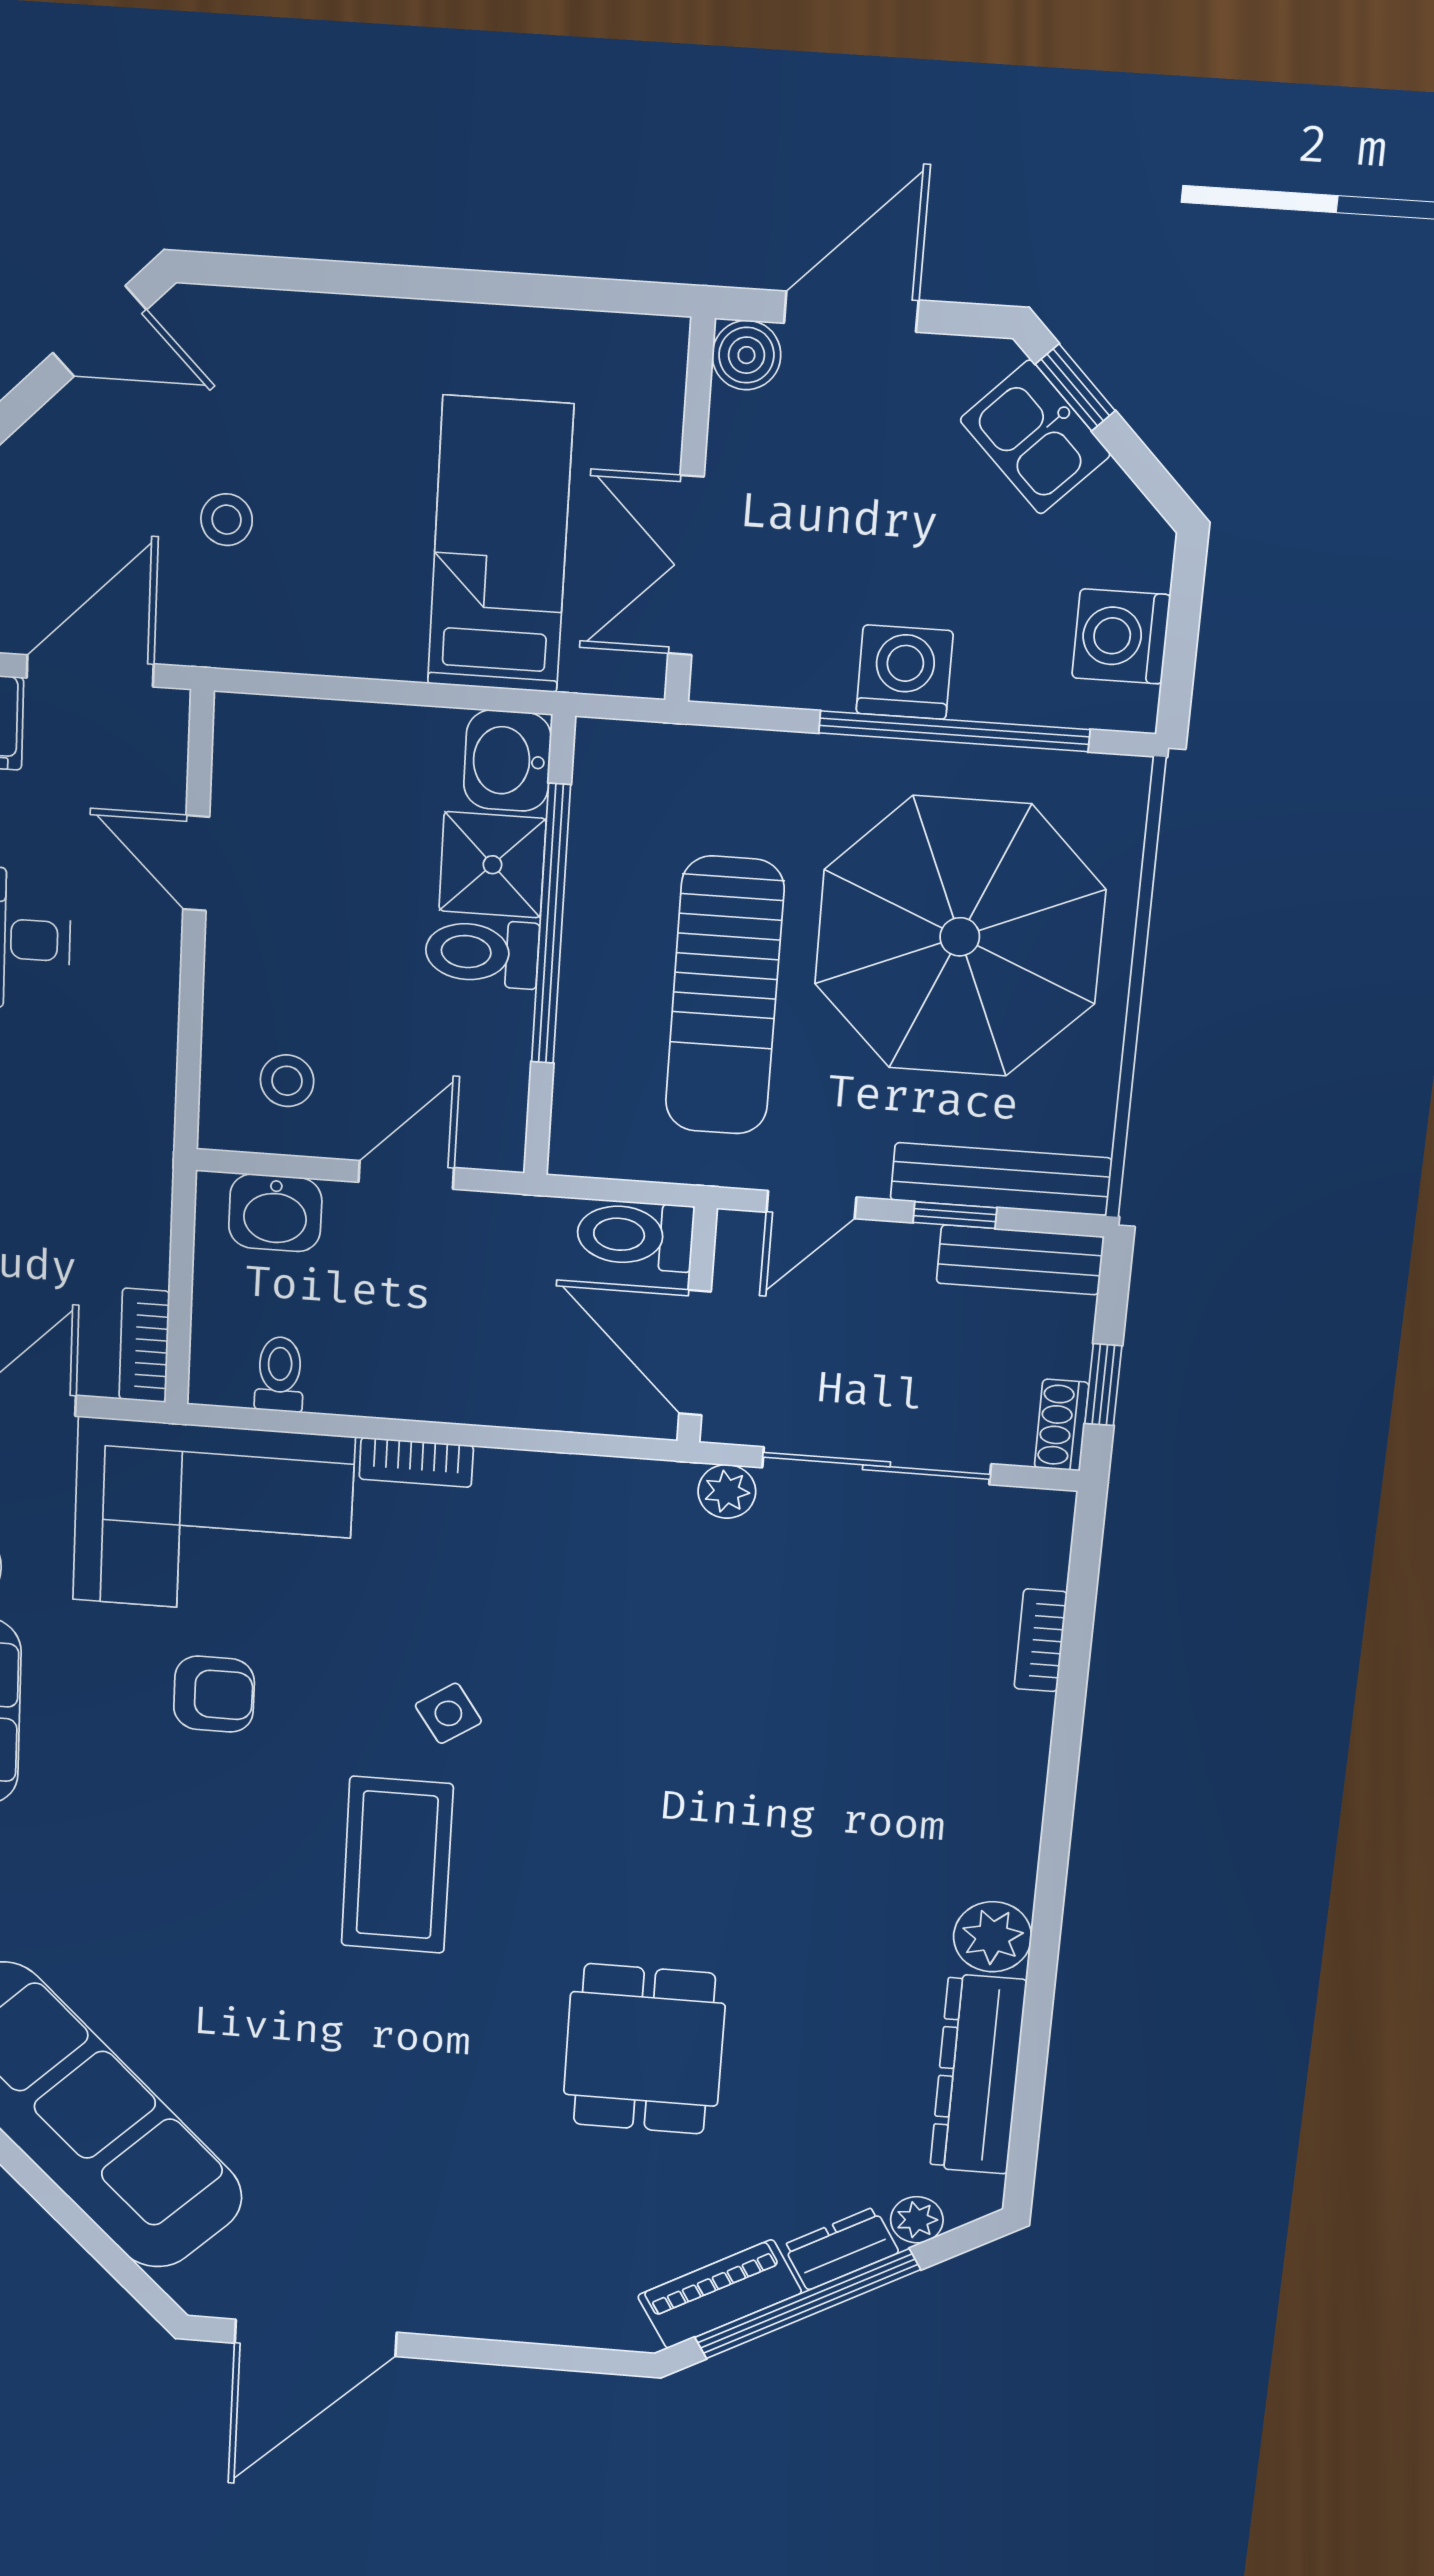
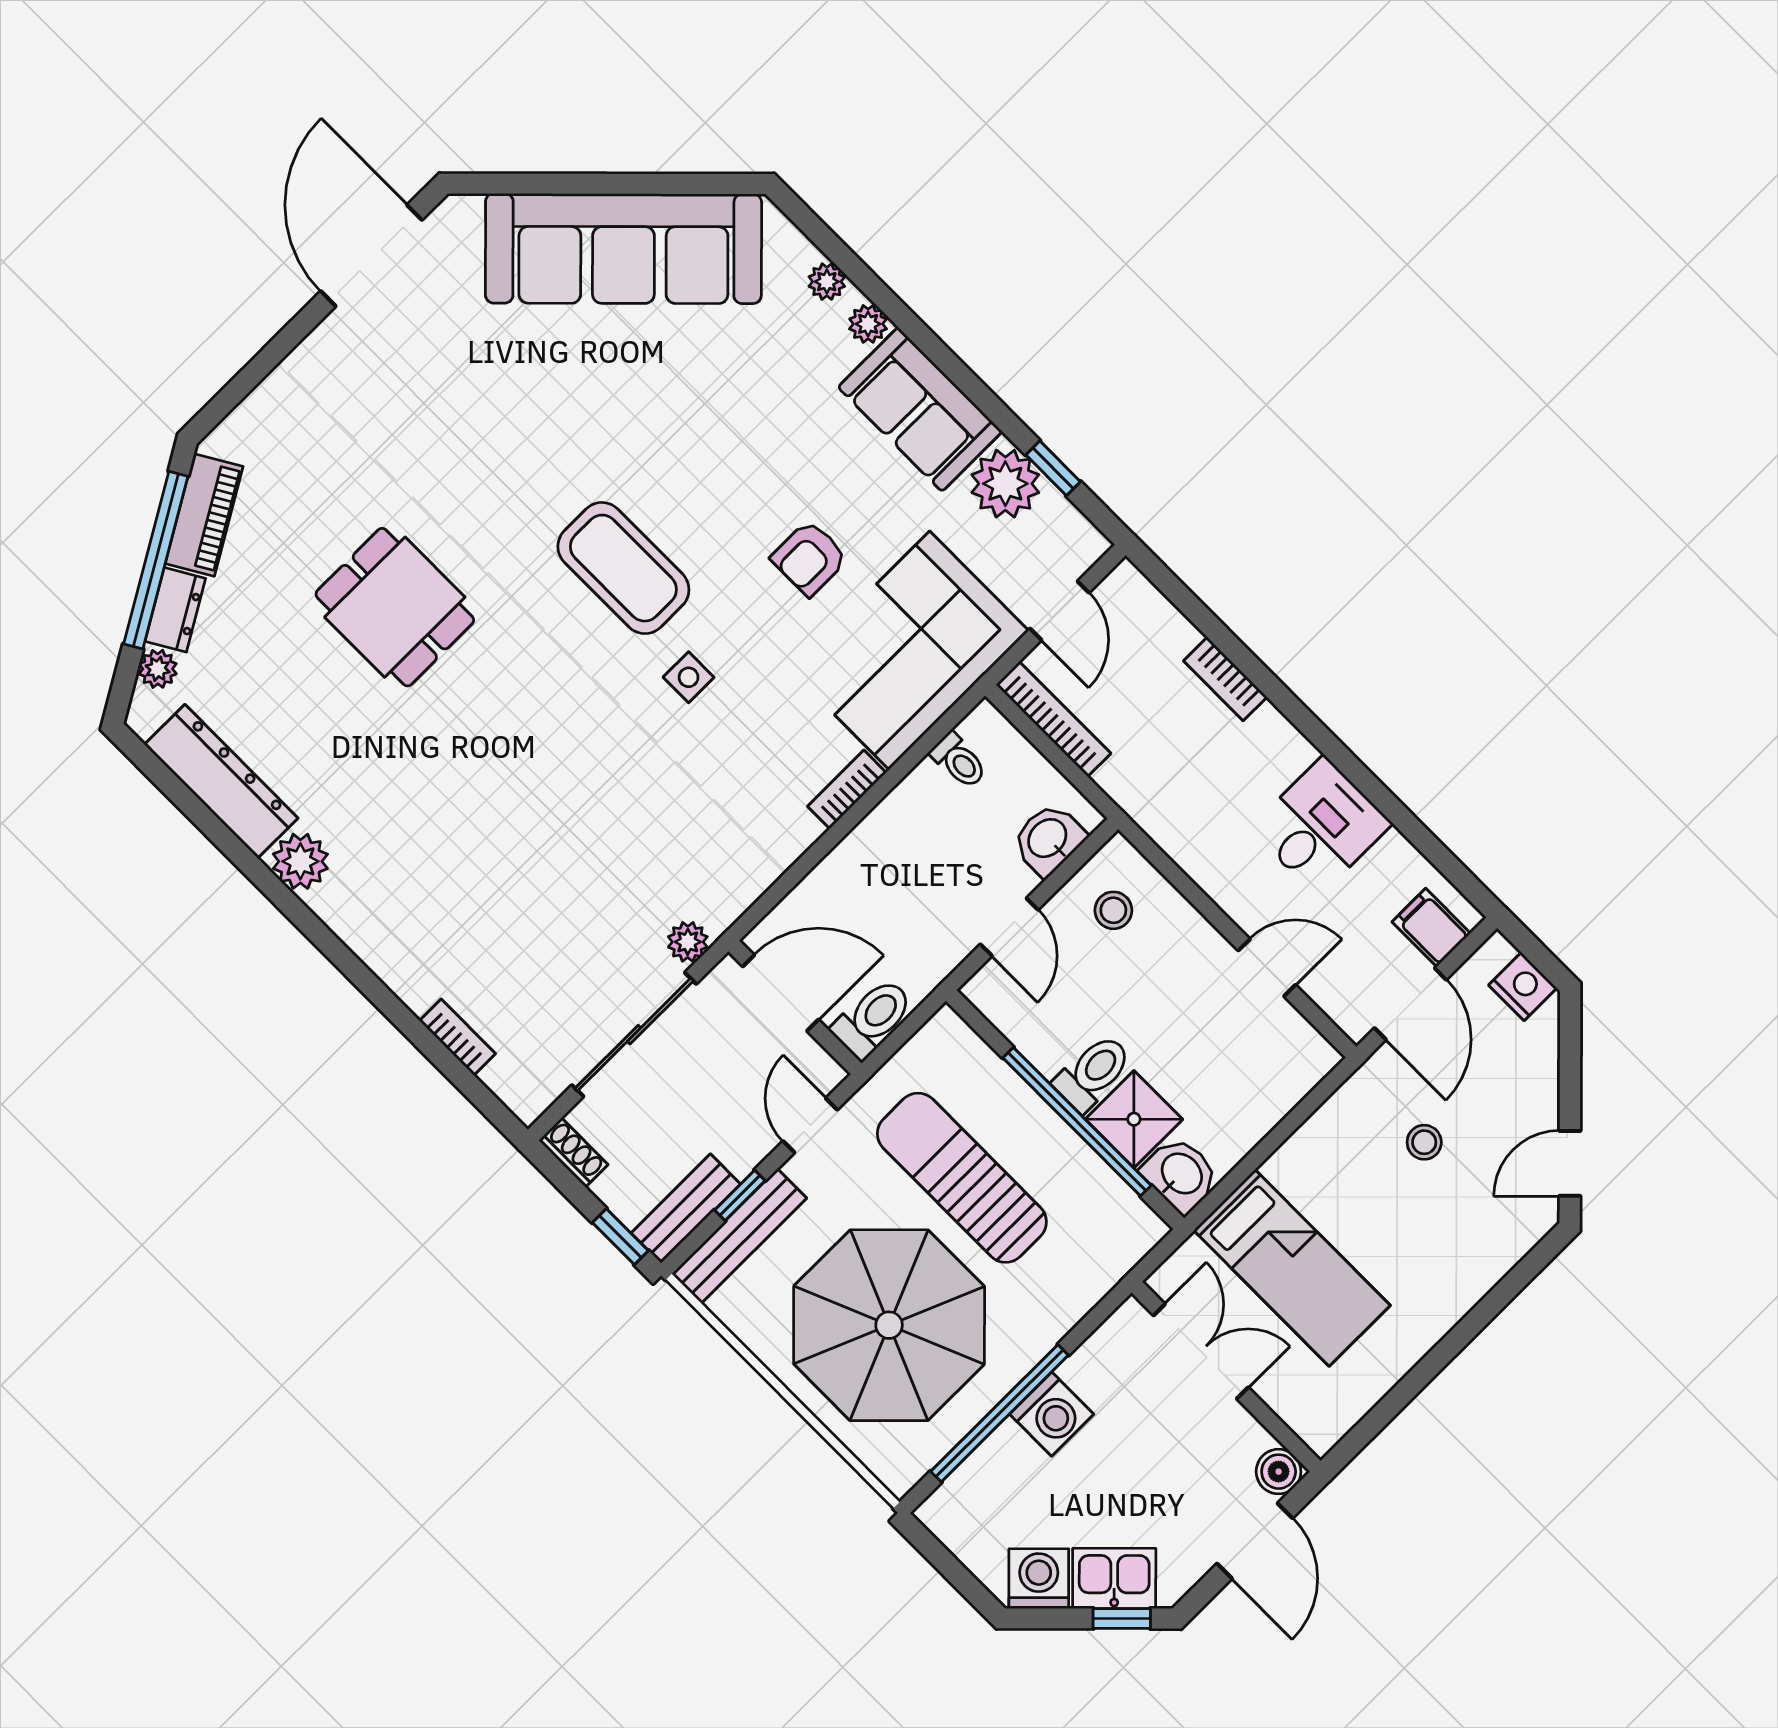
washing machine: (1121, 636) -> (1039, 1579), moved, turned -45
bookcase: (144, 1345) -> (1053, 719), width x1.56
window: (1103, 1385) -> (620, 1237), moved
side table: (448, 1713) -> (689, 677), turned 34

